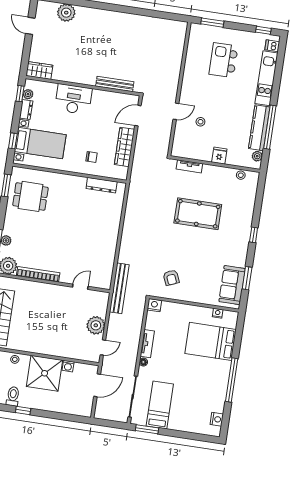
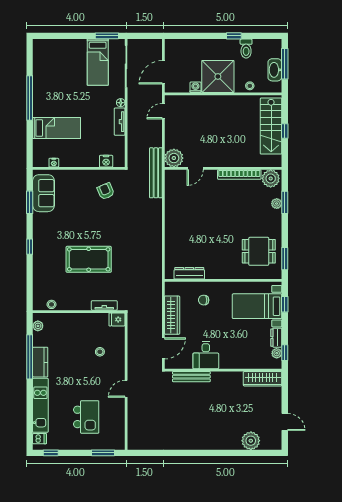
wardrobe: (39, 70) -> (263, 379), width x1.50
desk: (73, 99) -> (206, 355), moved, width x0.73
door: (176, 111) -> (126, 389), moved
kitchen counter: (259, 128) -> (40, 362), width x0.67
fridge: (219, 156) -> (117, 319), moved, turned 90
nightstand: (154, 305) -> (106, 161), moved
plant: (96, 325) -> (174, 158), moved
bed: (211, 341) -> (57, 128), width x0.67
nightstand: (217, 419) -> (39, 57), removed

